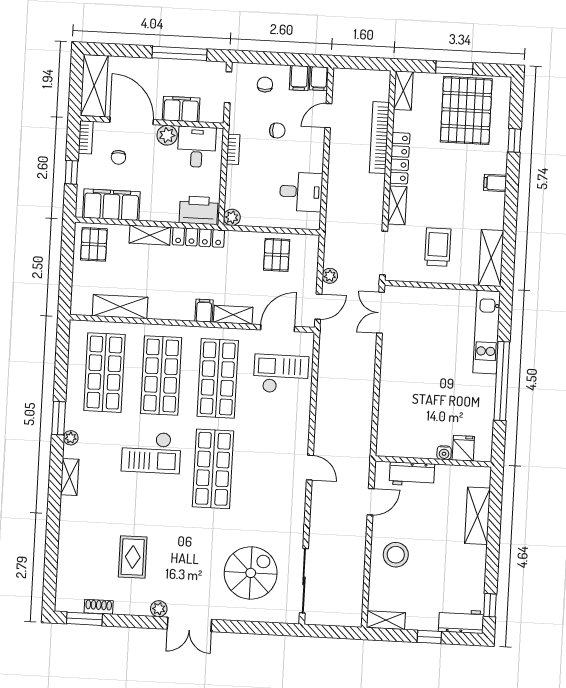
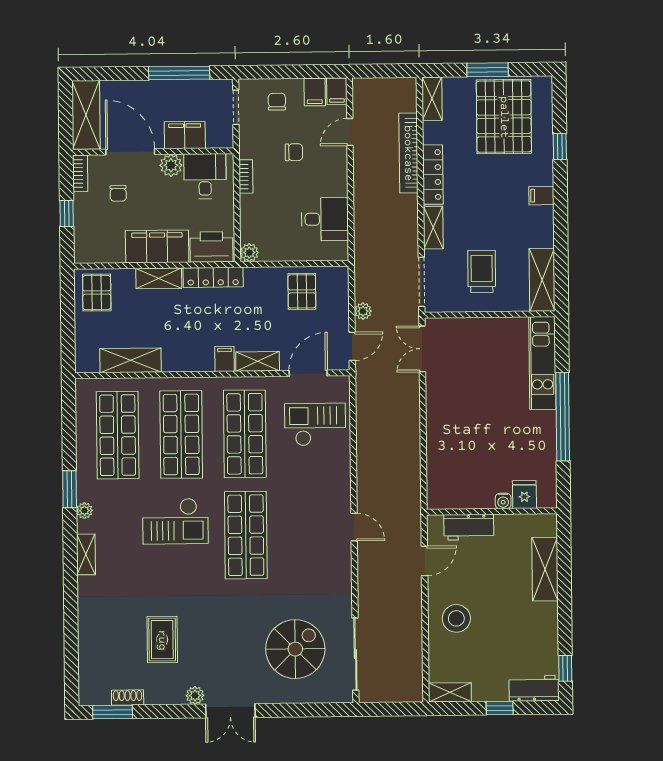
filing cabinet: (111, 205) -> (157, 246), moved

